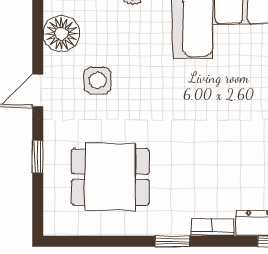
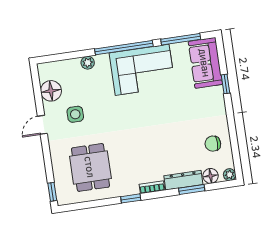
window: (38, 157) -> (52, 192), moved
dining table: (110, 177) -> (90, 167), turned 90

